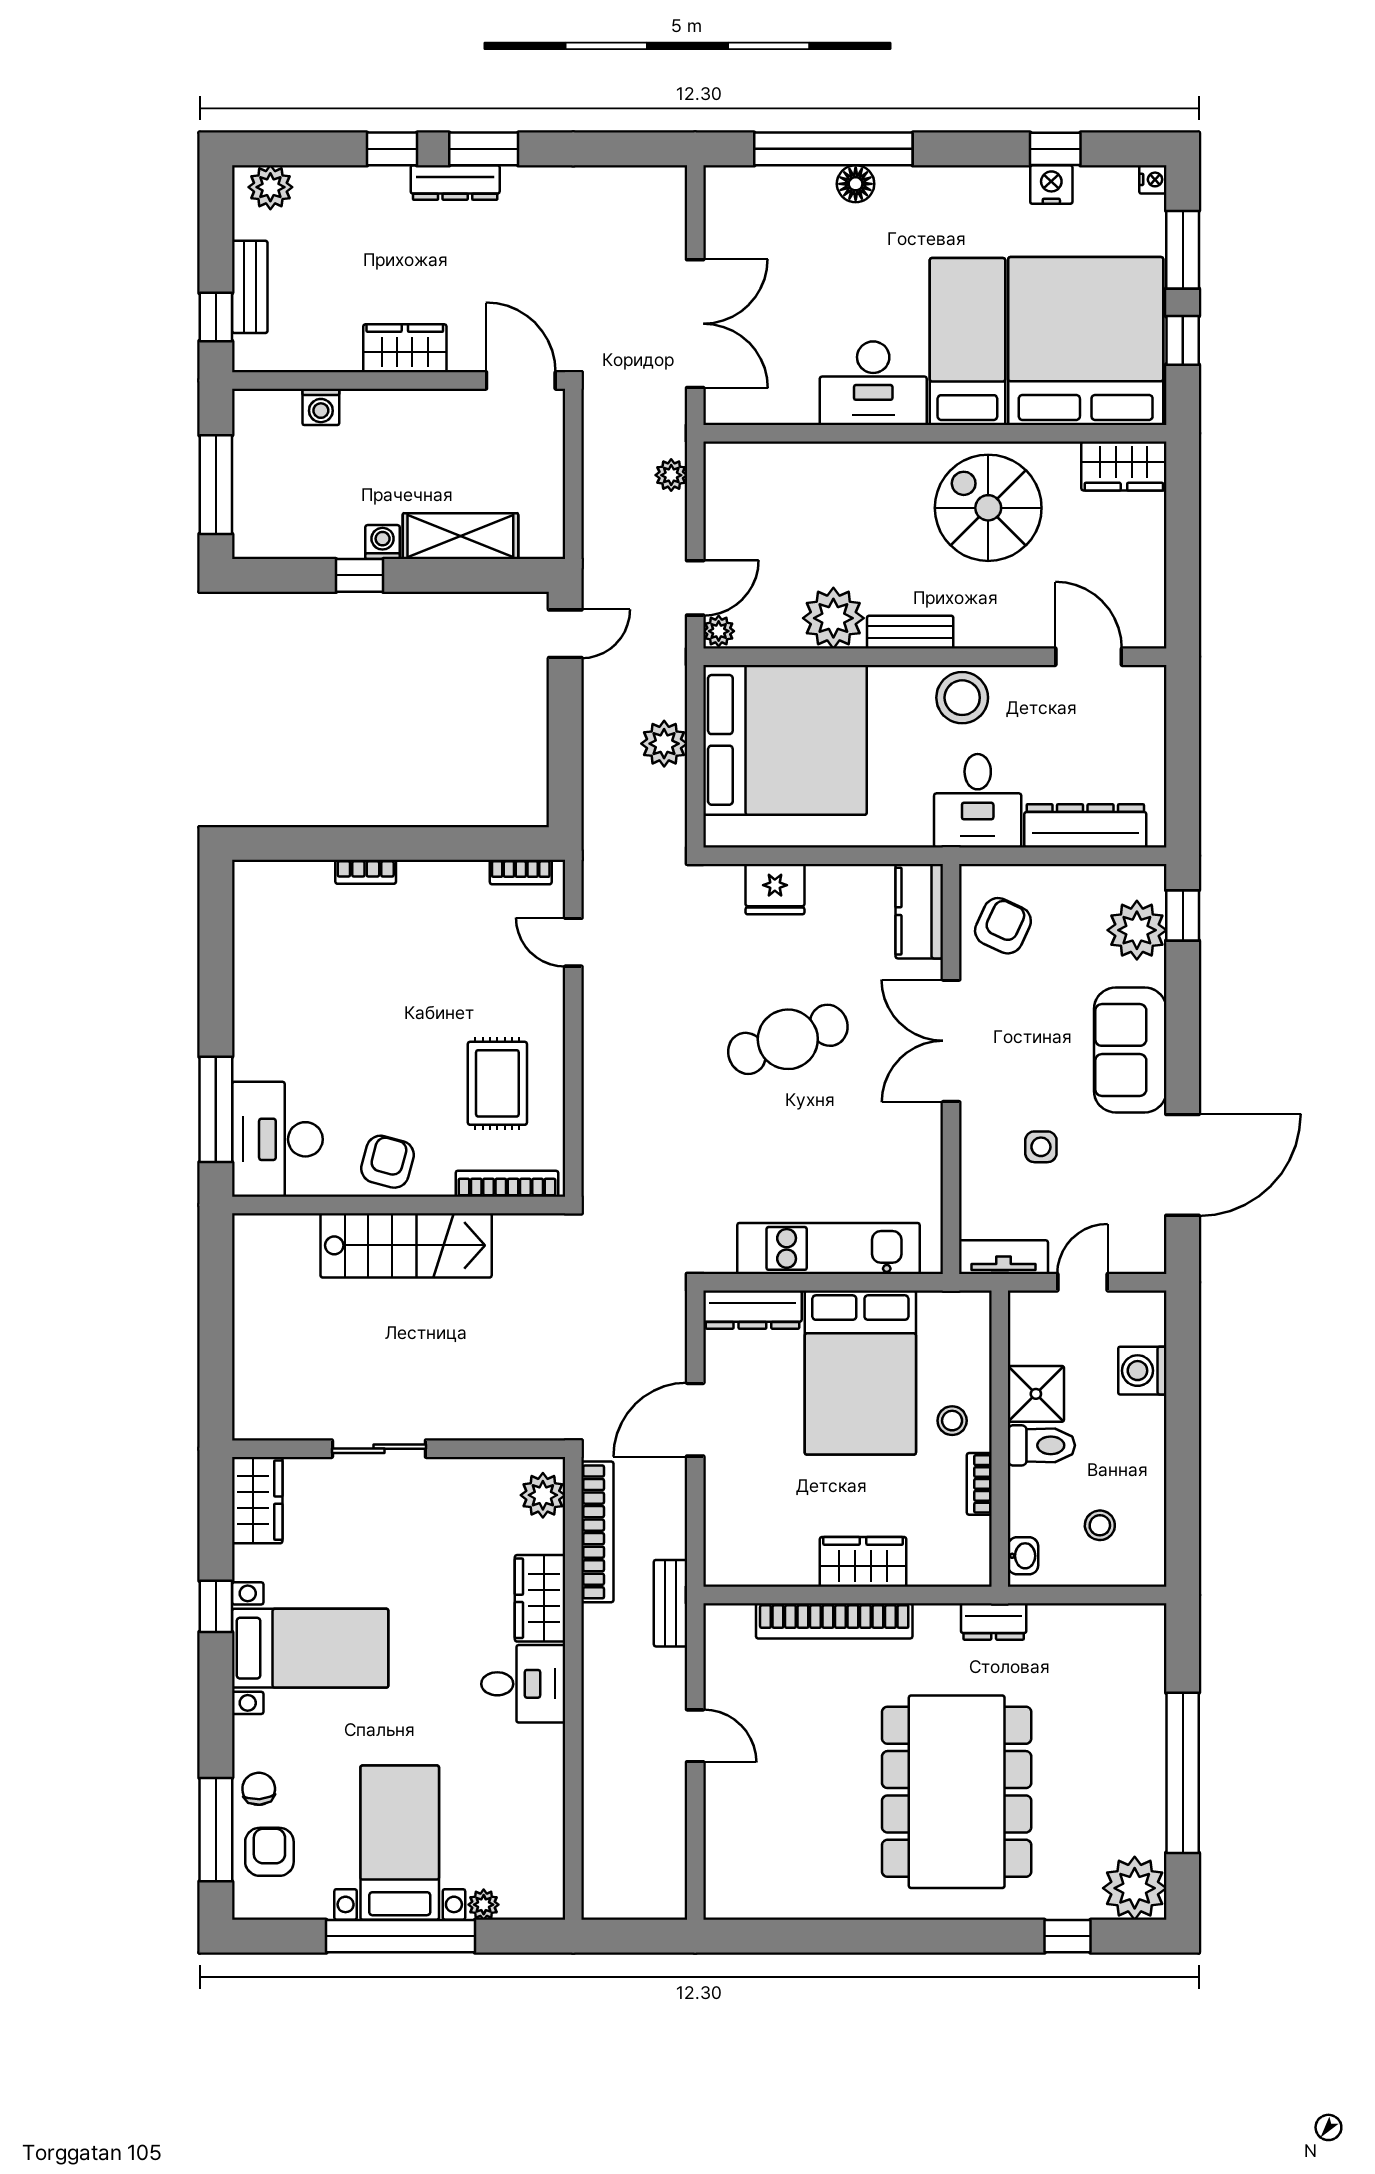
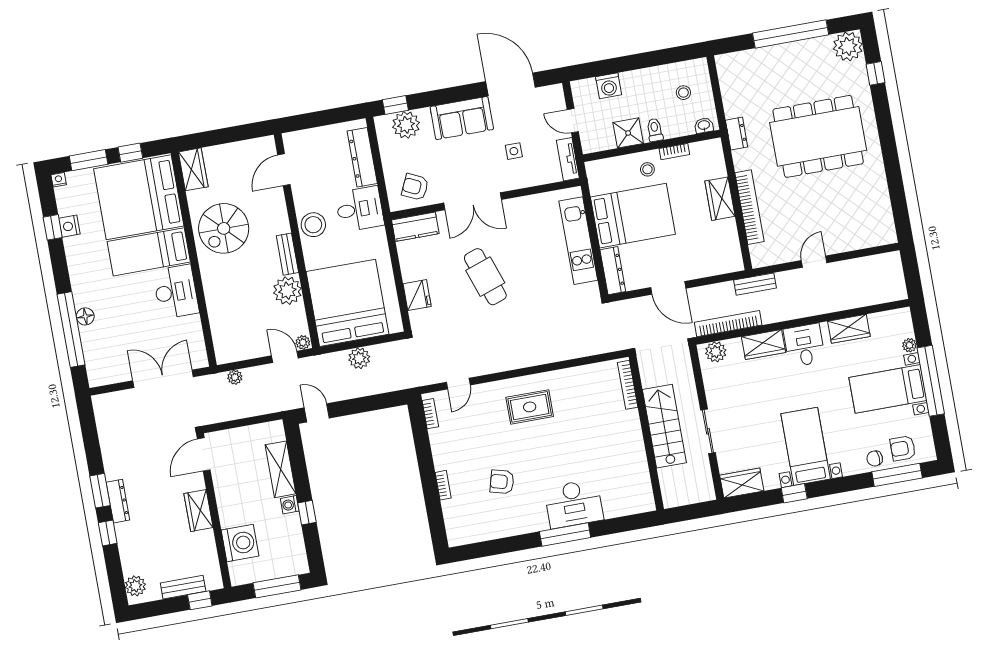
washing machine: (321, 407) -> (240, 543), width x1.89, depth x1.89
armchair: (387, 1162) -> (502, 482), moved
bookcase: (507, 1184) -> (628, 385), moved
wall: (399, 1205) -> (646, 433), moved
stairs: (406, 1245) -> (664, 426), moved
toilet: (1041, 1445) -> (655, 130), width x0.73, depth x0.72
wardrobe: (541, 1784) -> (849, 329), added

